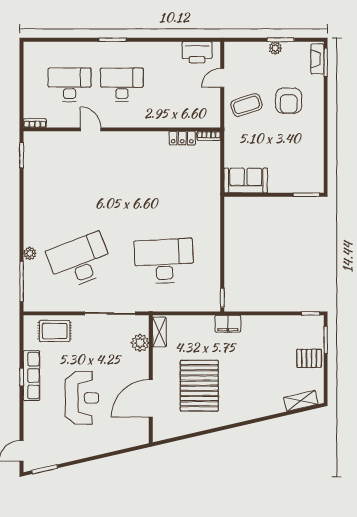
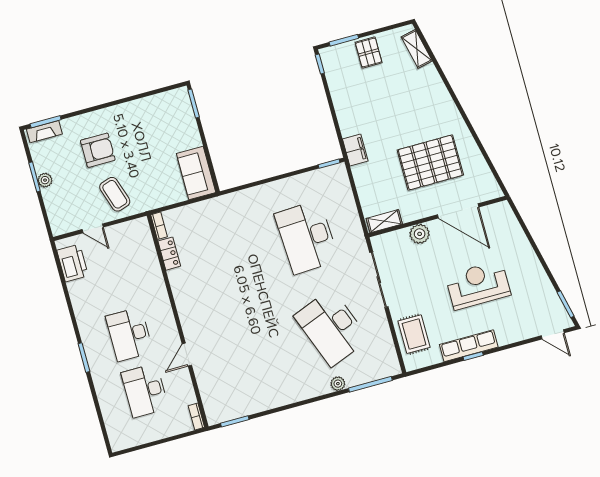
plant: (140, 343) -> (420, 234), moved

